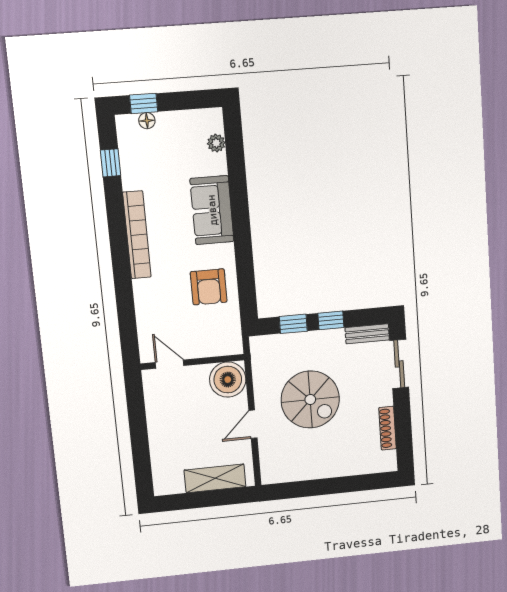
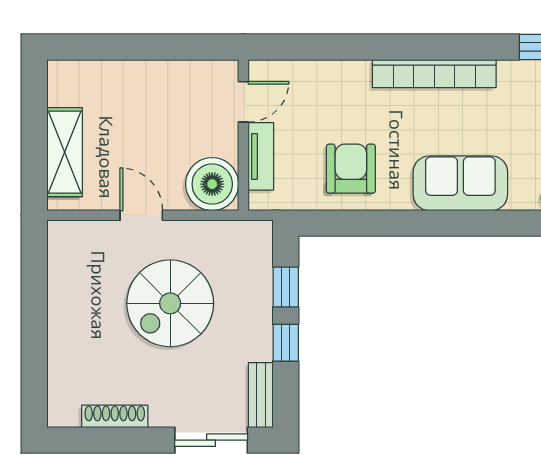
armchair: (209, 287) -> (351, 169), turned 90
tv unit: (206, 349) -> (261, 156), added

